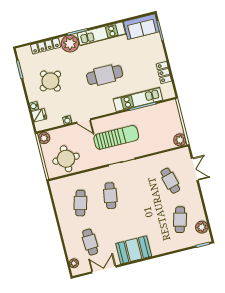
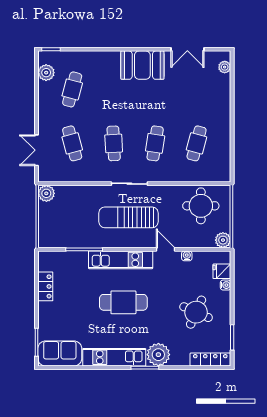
locker: (45, 46) -> (210, 359), moved
round table: (50, 81) -> (196, 312), turned -36
kitchen unit: (138, 99) -> (121, 260), moved
cafe table: (90, 242) -> (114, 143), moved

